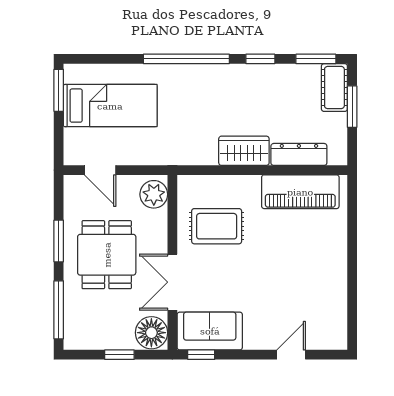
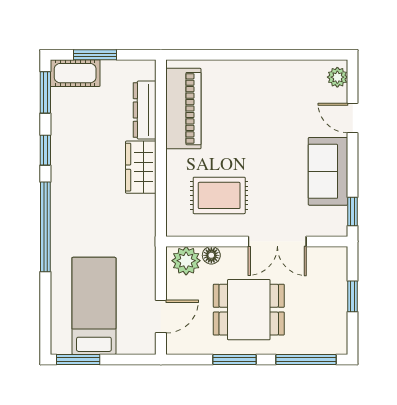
rug: (217, 226) -> (219, 195), turned 90
sofa: (210, 331) -> (328, 171), moved
floor lamp: (151, 333) -> (211, 255), moved, width x0.53, depth x0.53
plant: (330, 340) -> (337, 77), added

